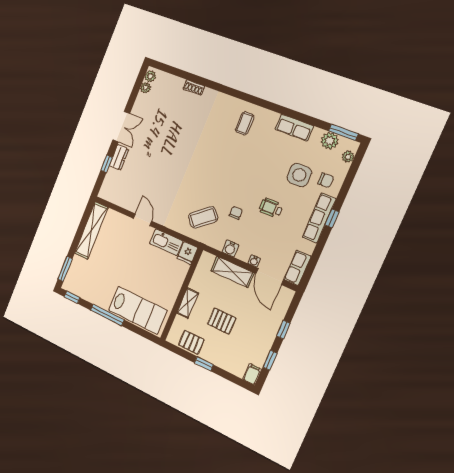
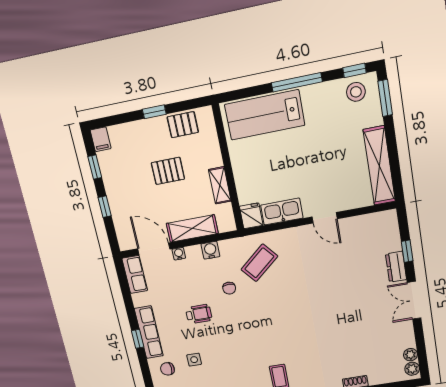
side table: (299, 175) -> (194, 360), width x0.54, depth x0.54
stool: (79, 284) -> (356, 92), added
shelving: (188, 303) -> (220, 185), moved

